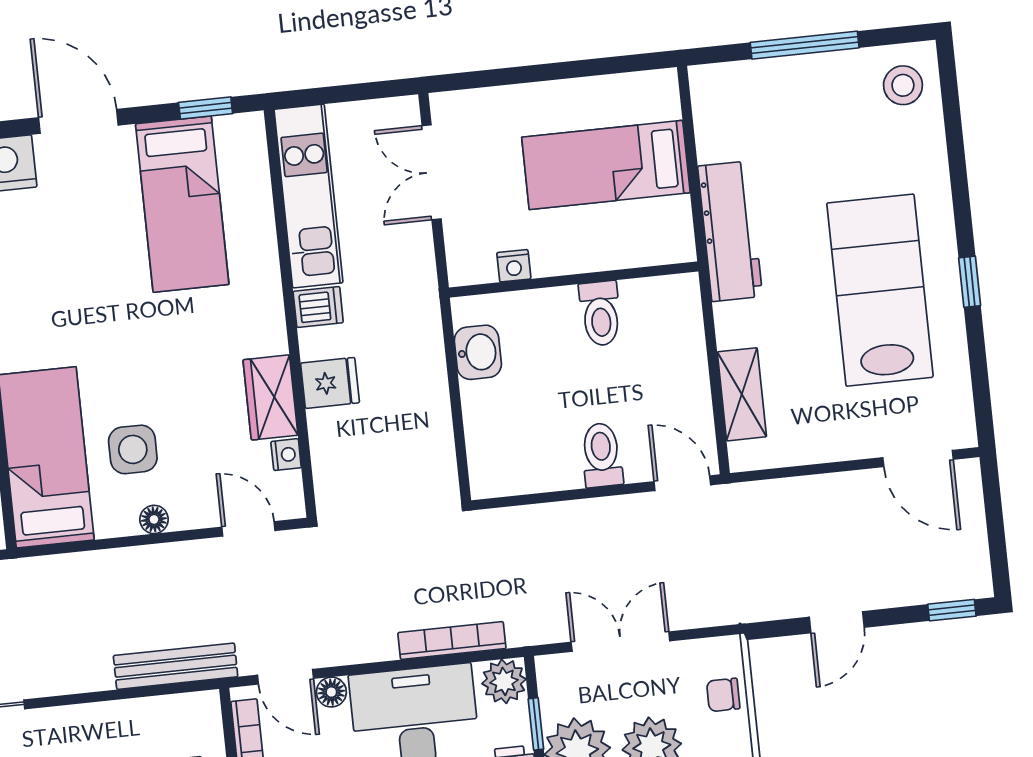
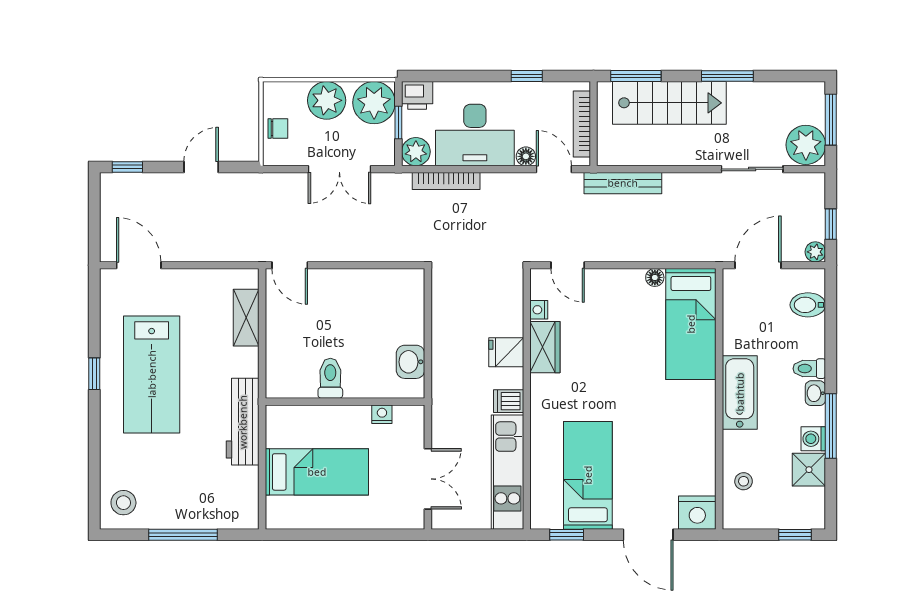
side table: (133, 449) -> (635, 323), removed
toilet: (602, 455) -> (339, 289), removed
floor lamp: (154, 519) -> (655, 277), moved

